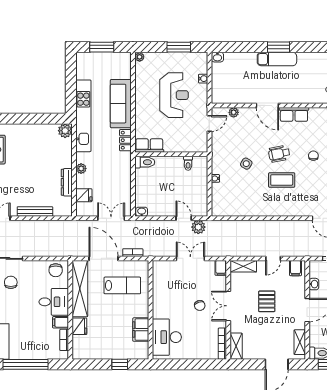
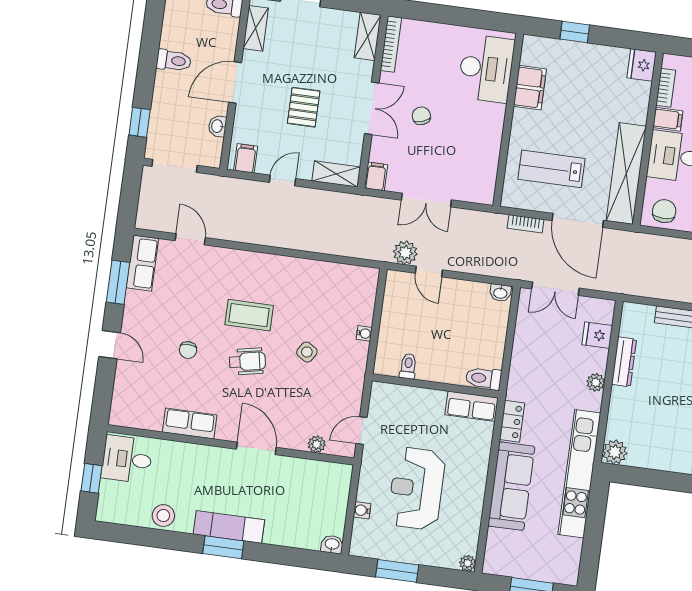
stool: (315, 61) -> (163, 516), added
row of seats: (294, 114) -> (190, 424), moved
fridge: (79, 326) -> (642, 65), moved

